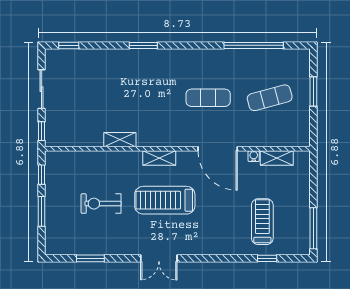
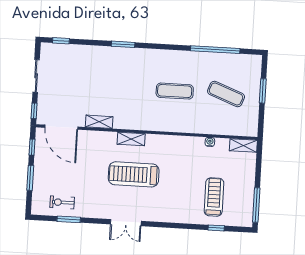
exercise mat: (270, 98) -> (226, 94), turned 36
door: (218, 149) -> (61, 127), moved
shelving: (277, 158) -> (243, 145), moved
exercise bike: (101, 204) -> (62, 202), moved, width x0.73, depth x0.72

